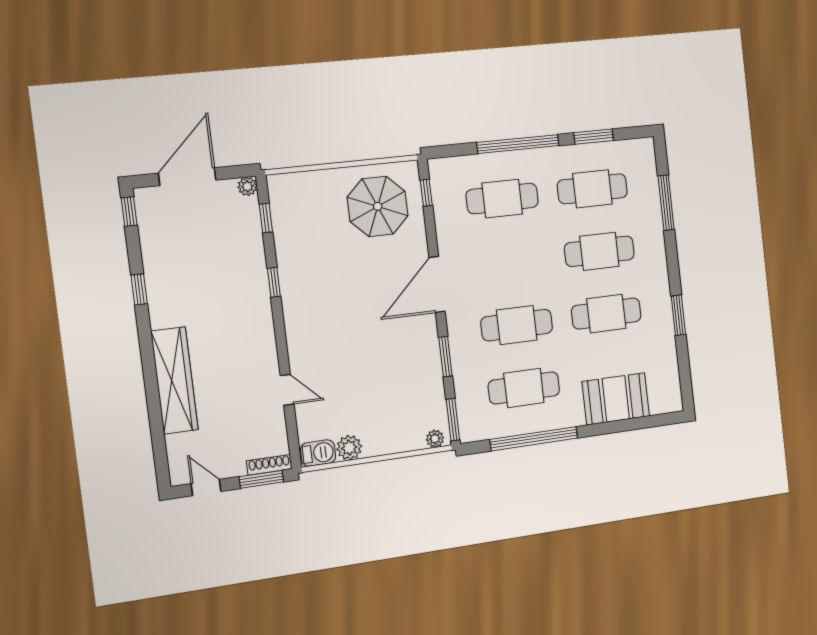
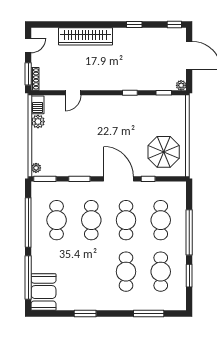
window: (426, 193) -> (148, 179), moved
cafe table: (606, 314) -> (126, 220), moved
booth: (616, 399) -> (43, 292), moved
window: (629, 425) -> (28, 278), added

